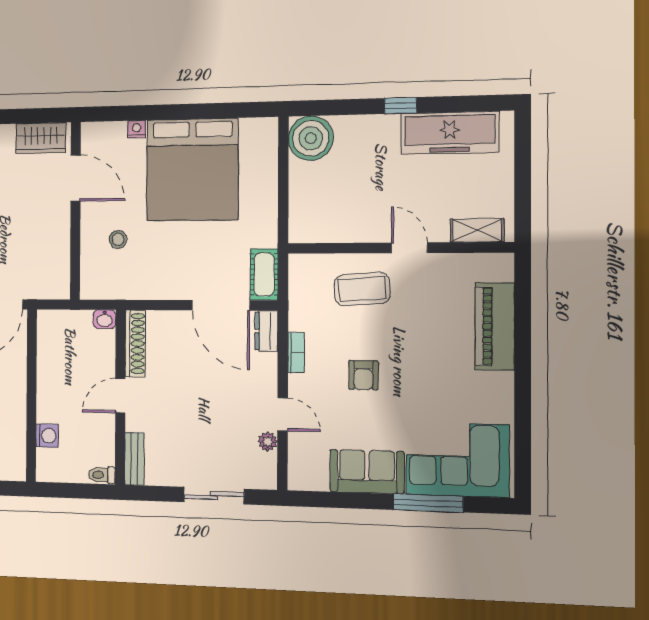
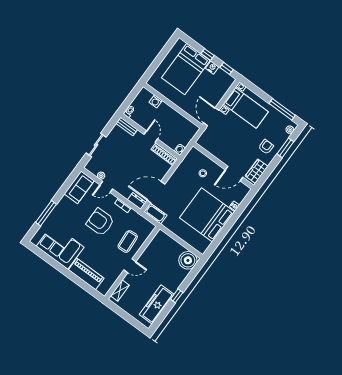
armchair: (363, 375) -> (100, 222), width x1.88, depth x1.88
corner sofa: (457, 460) -> (60, 247), moved, turned -90
sofa: (367, 472) -> (79, 187), moved

